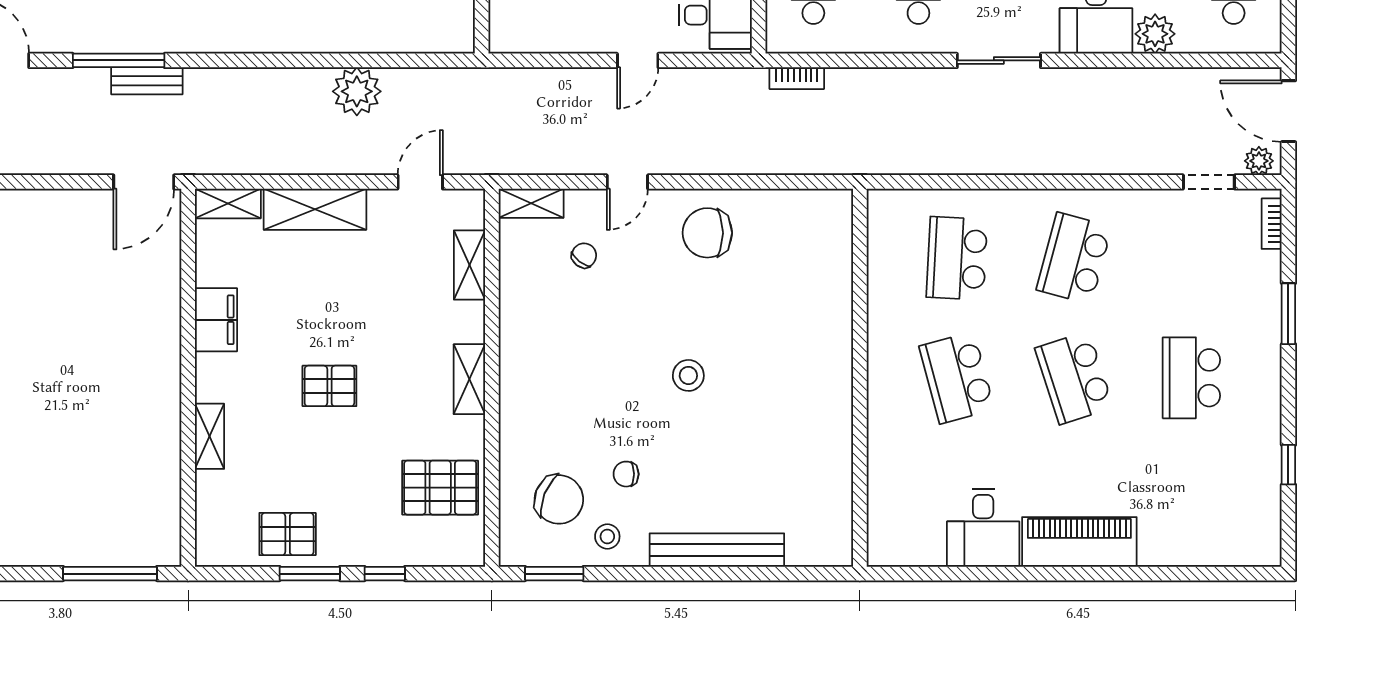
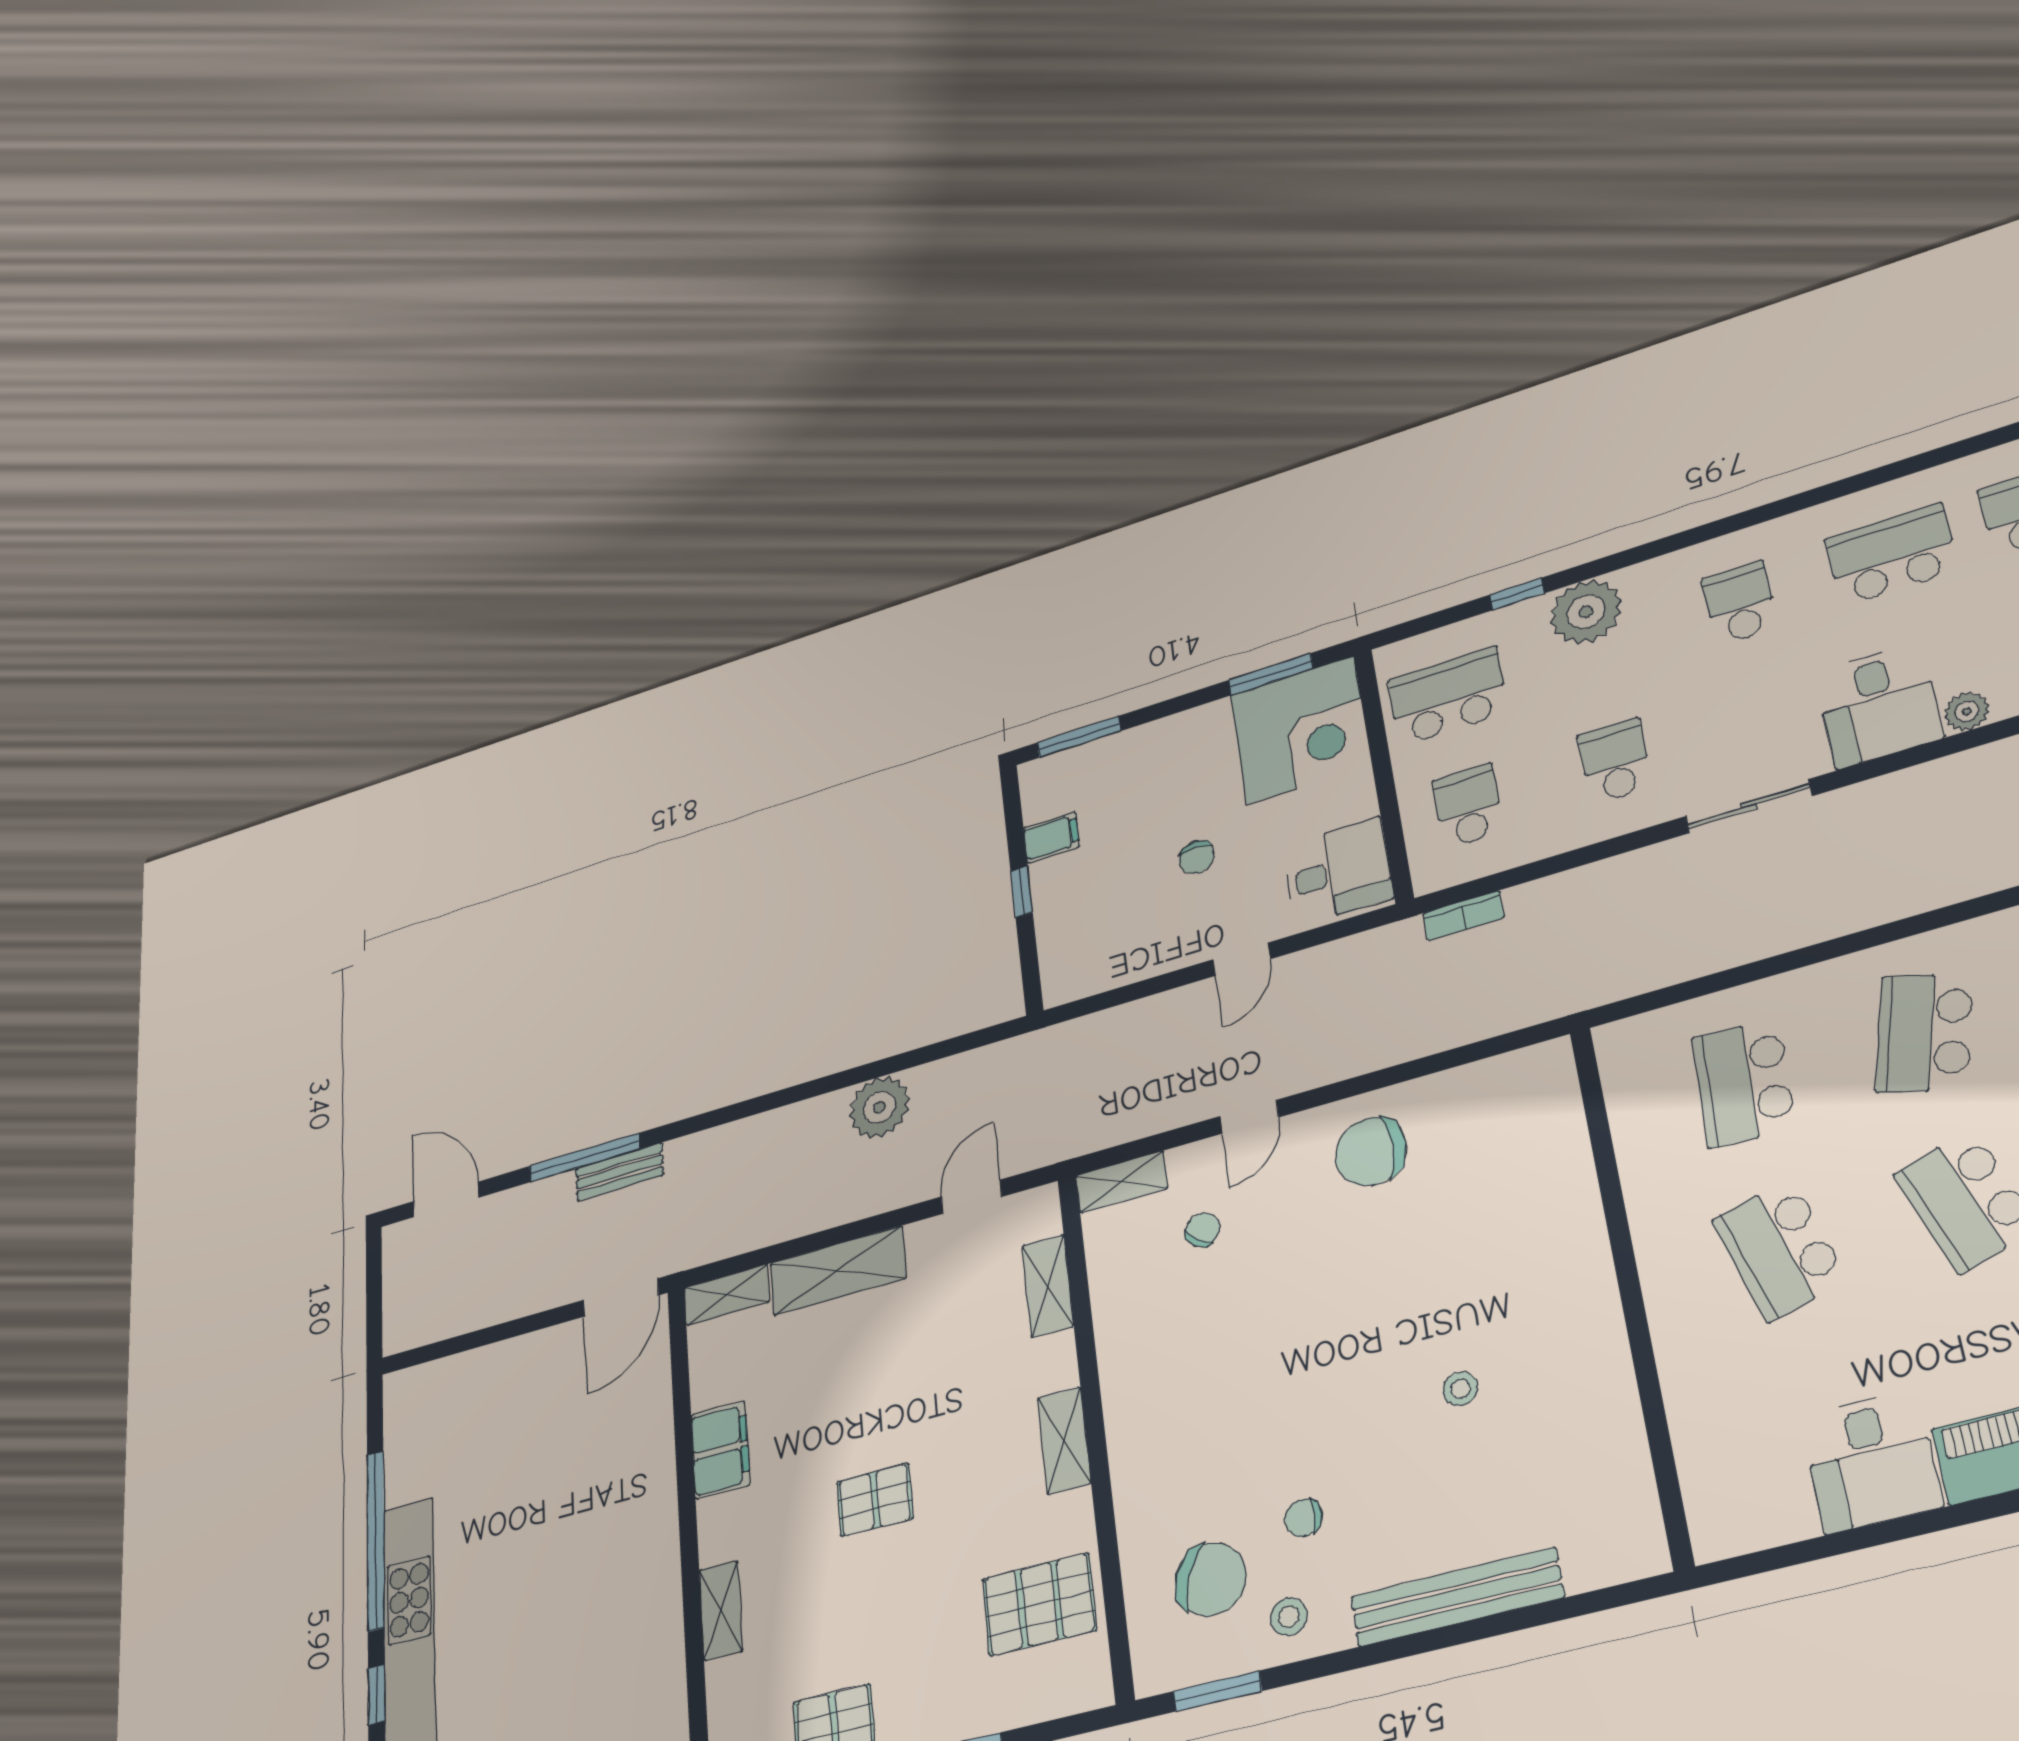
plant: (1155, 34) -> (1967, 711), width x0.73, depth x0.73
stool: (688, 375) -> (1460, 1389), moved, width x0.73, depth x0.73

